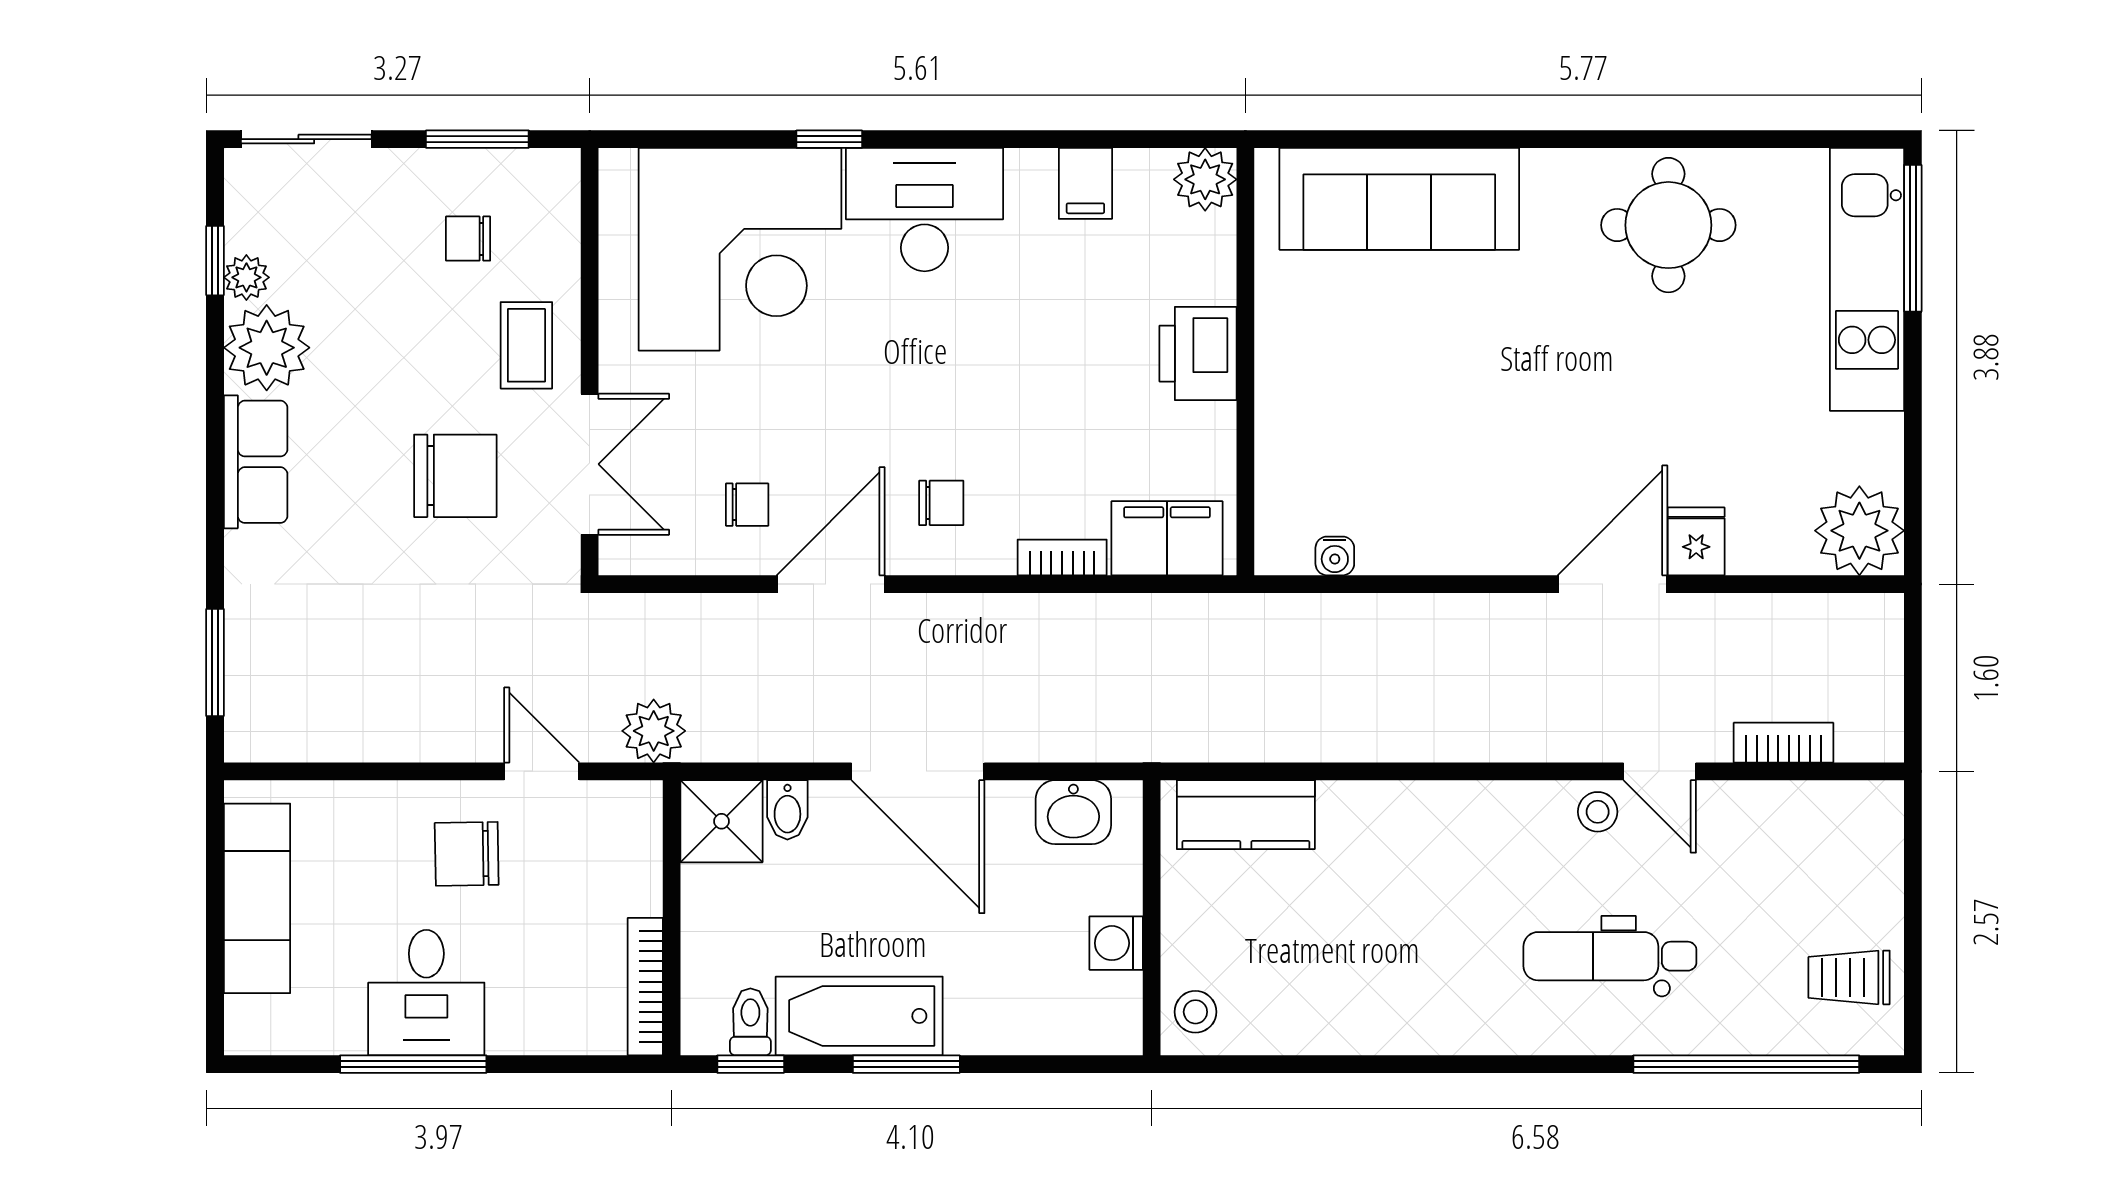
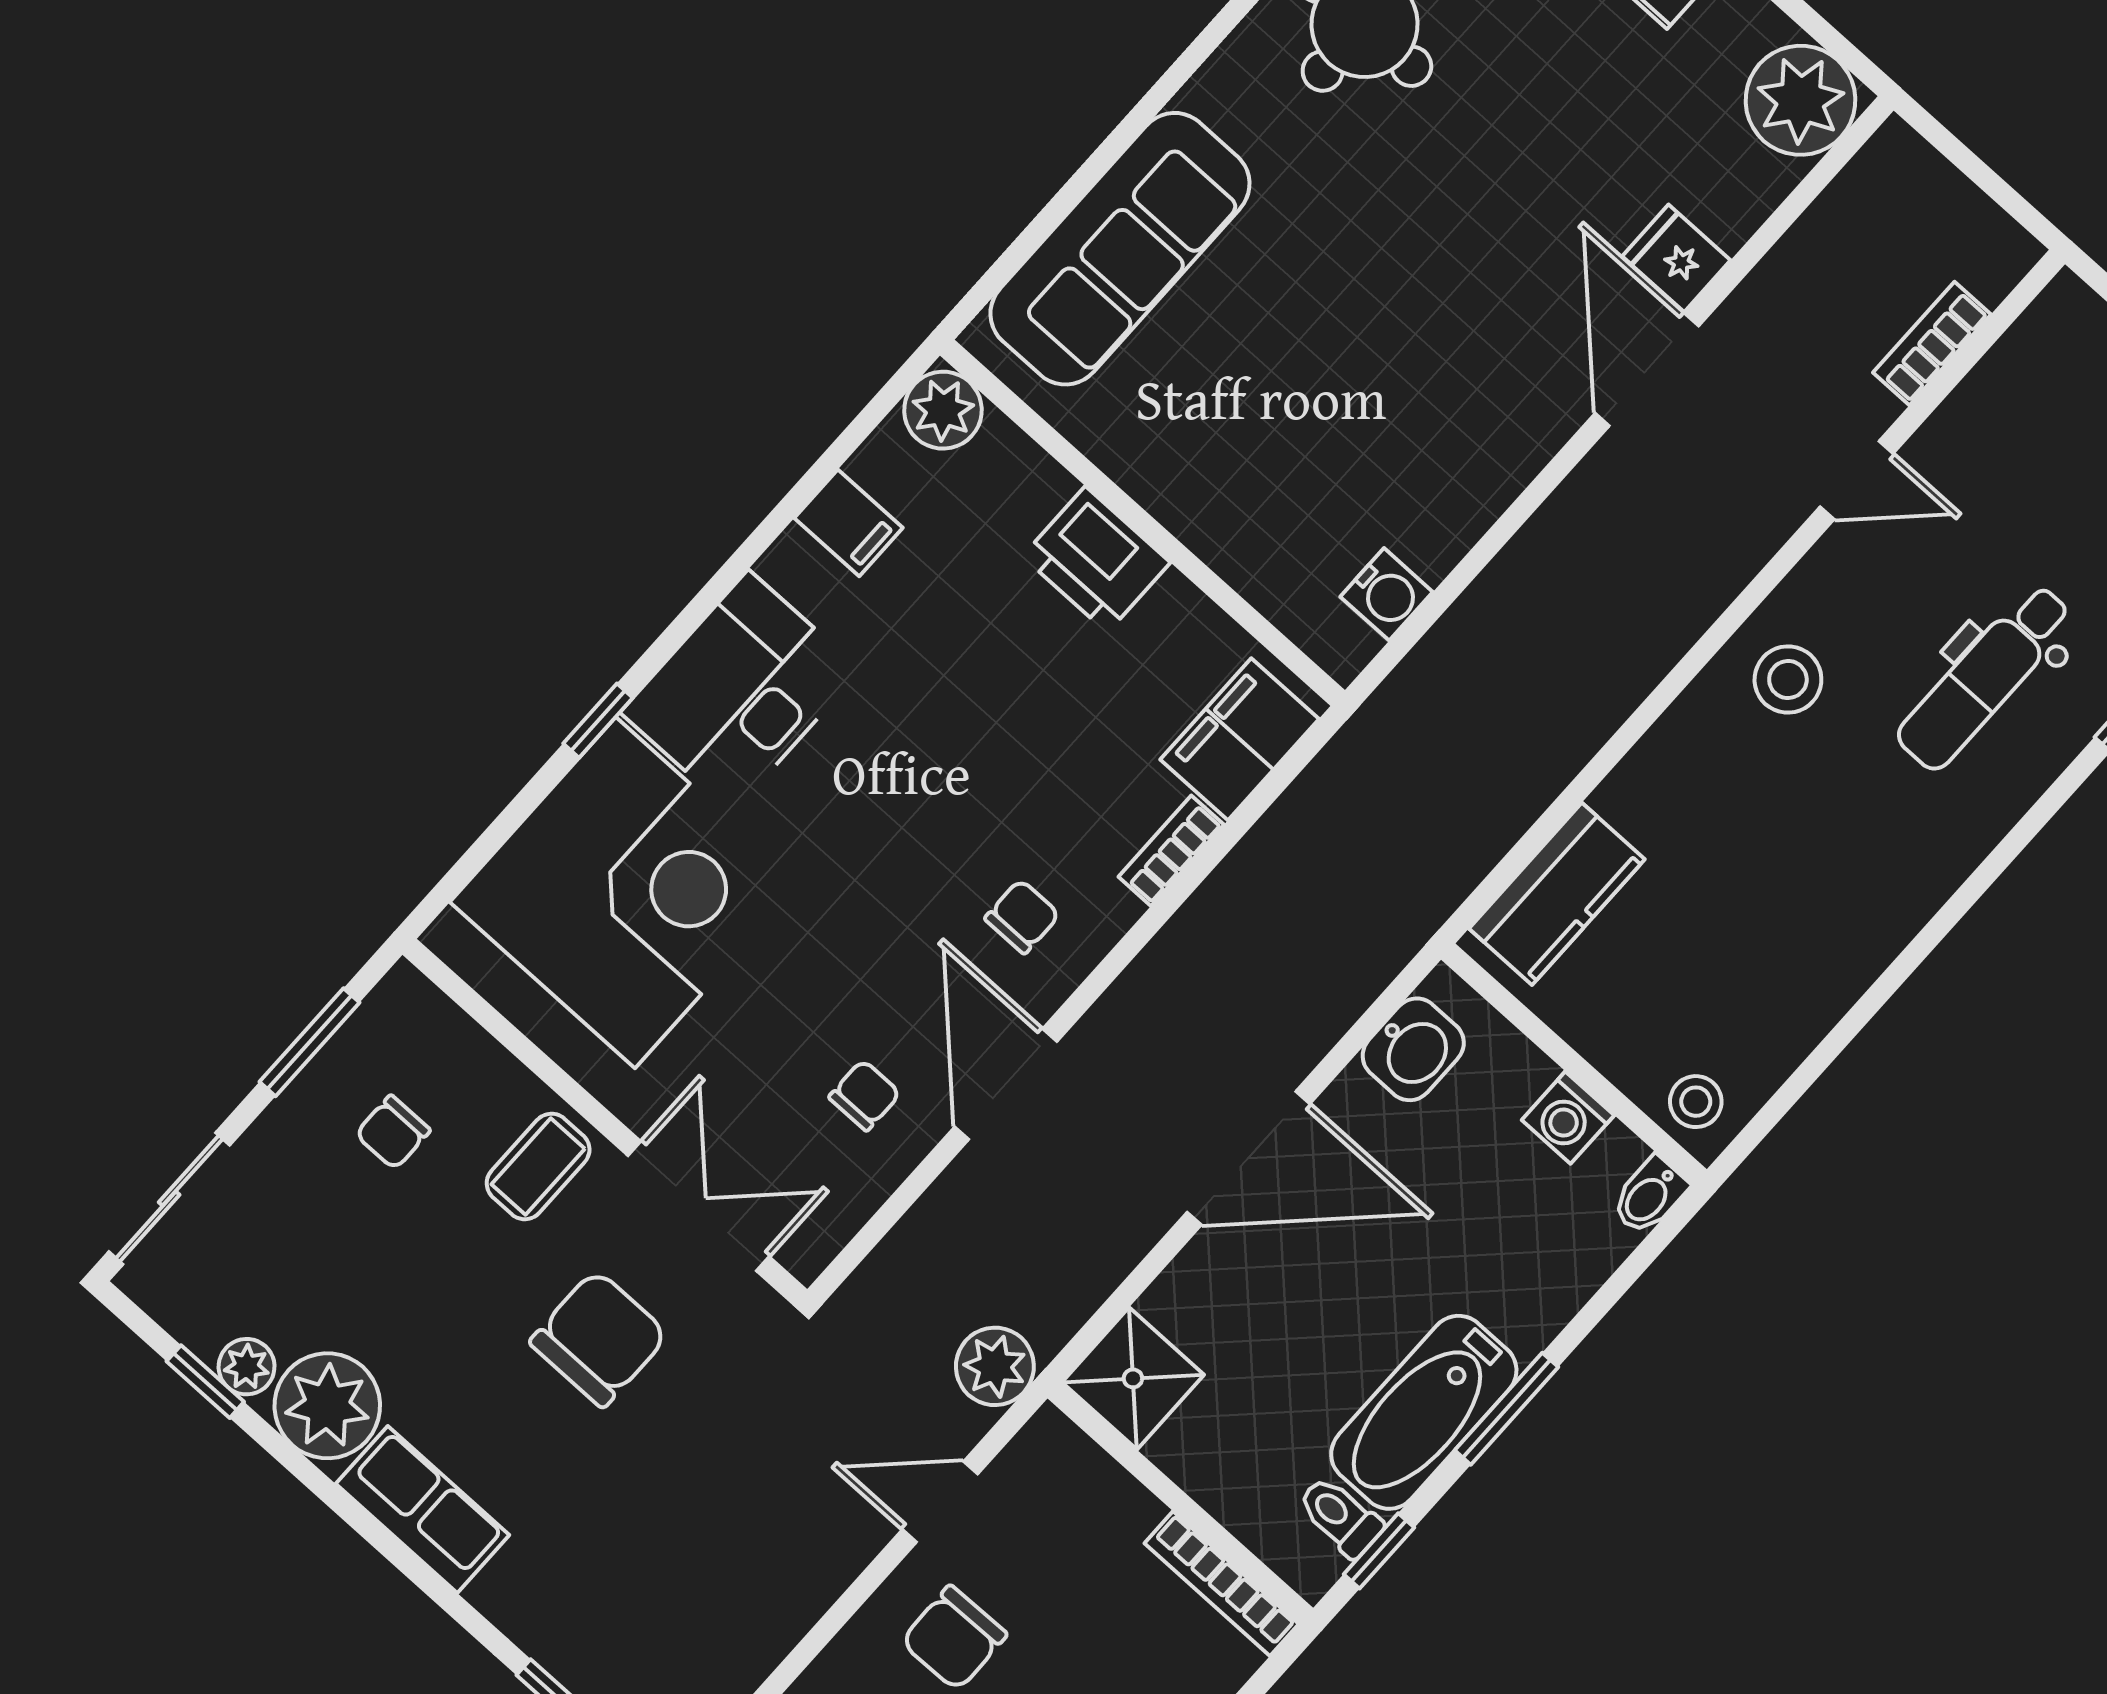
coffee table: (526, 345) -> (538, 1166), turned 90
water cooler: (1335, 556) -> (1387, 594), width x1.38, depth x1.38
bidet: (787, 810) -> (1650, 1196), moved, turned 90
stool: (1598, 812) -> (1788, 680), moved, width x1.37, depth x1.37

